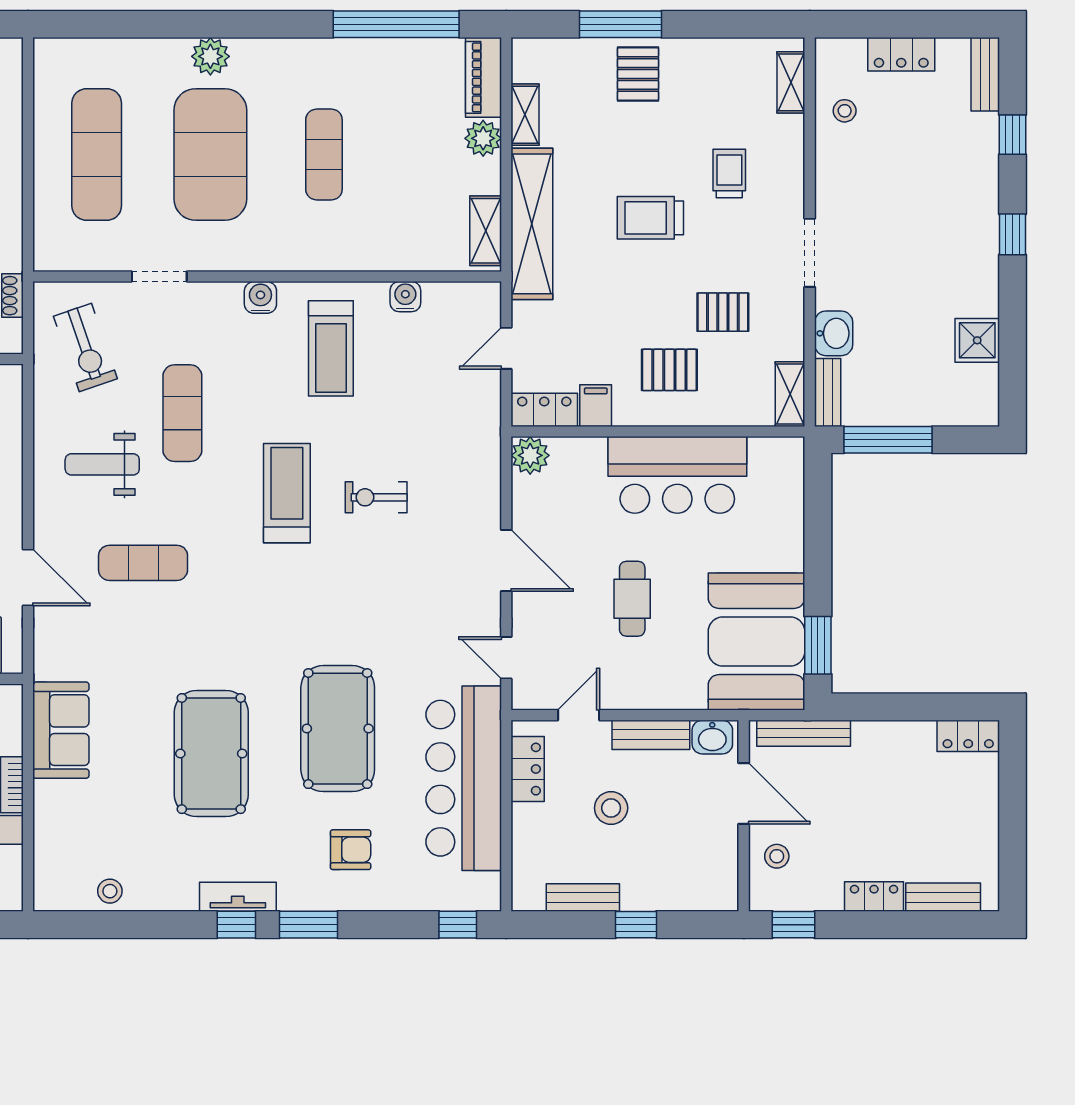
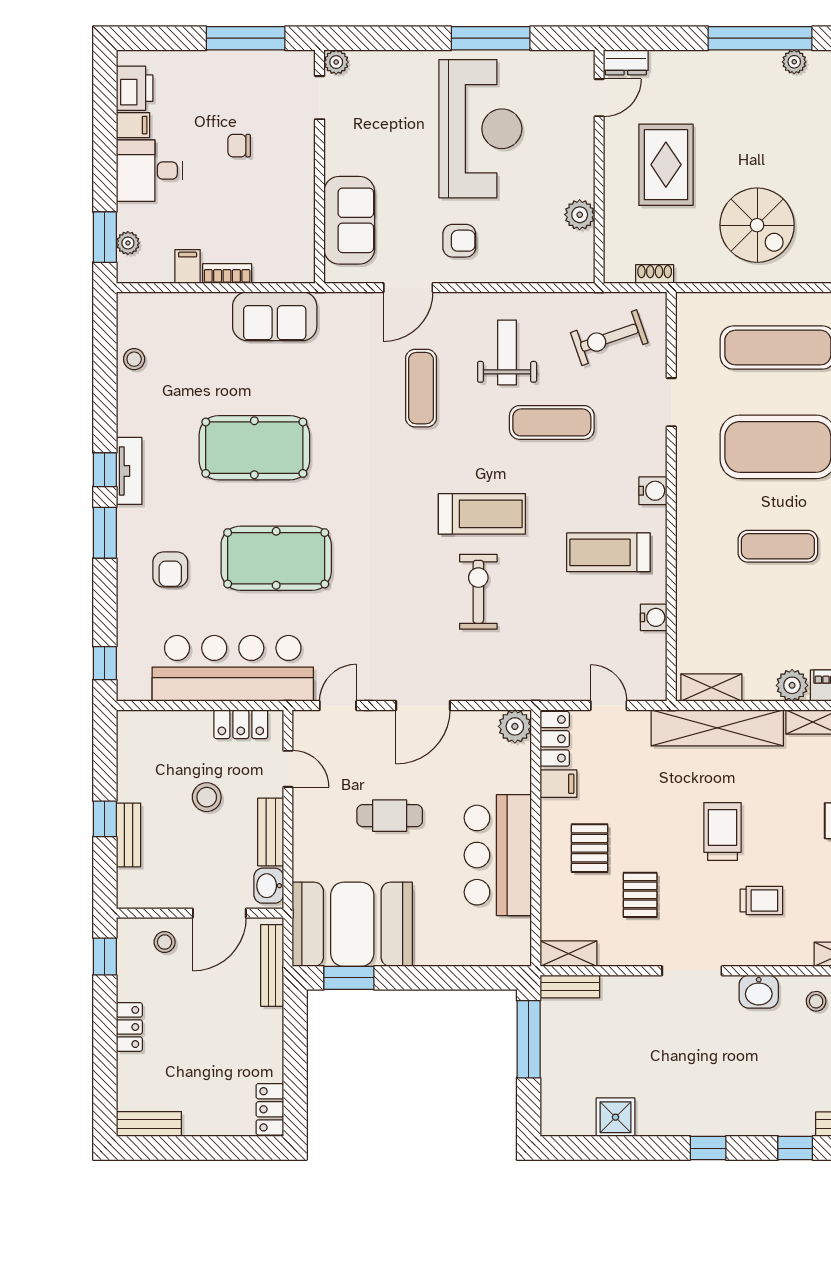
washbasin: (834, 333) -> (759, 992), moved
exercise bike: (376, 497) -> (478, 592), width x1.38, depth x1.39
bench: (583, 897) -> (129, 835), moved
bench: (943, 897) -> (149, 1124), moved, turned 90

